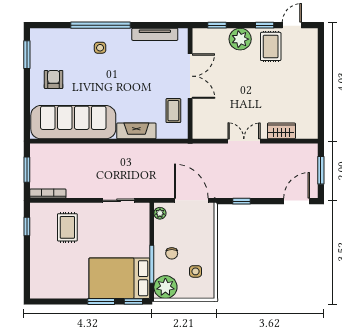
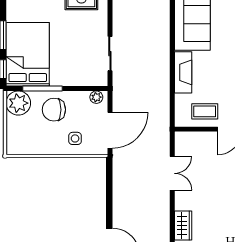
double door: (244, 141) -> (172, 173), moved
window: (242, 201) -> (109, 183), removed
chair: (172, 253) -> (54, 110), width x1.87, depth x1.87
side table: (195, 271) -> (75, 138), moved

